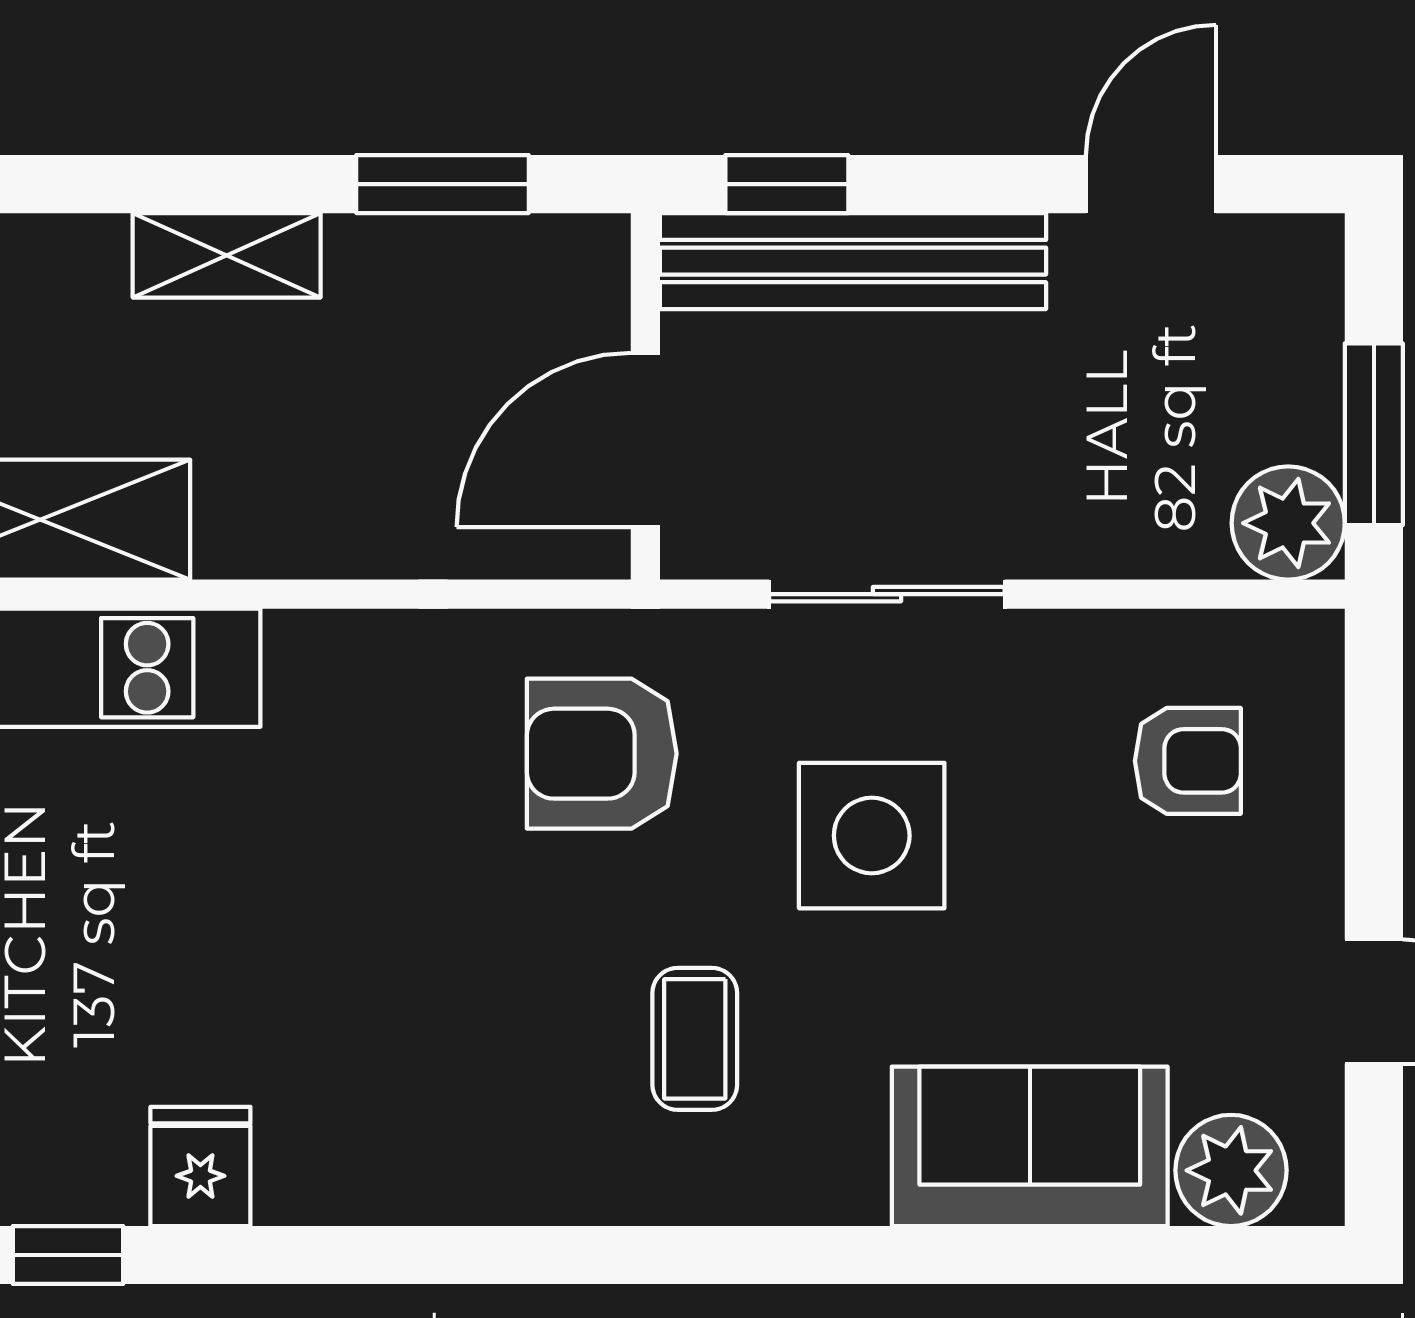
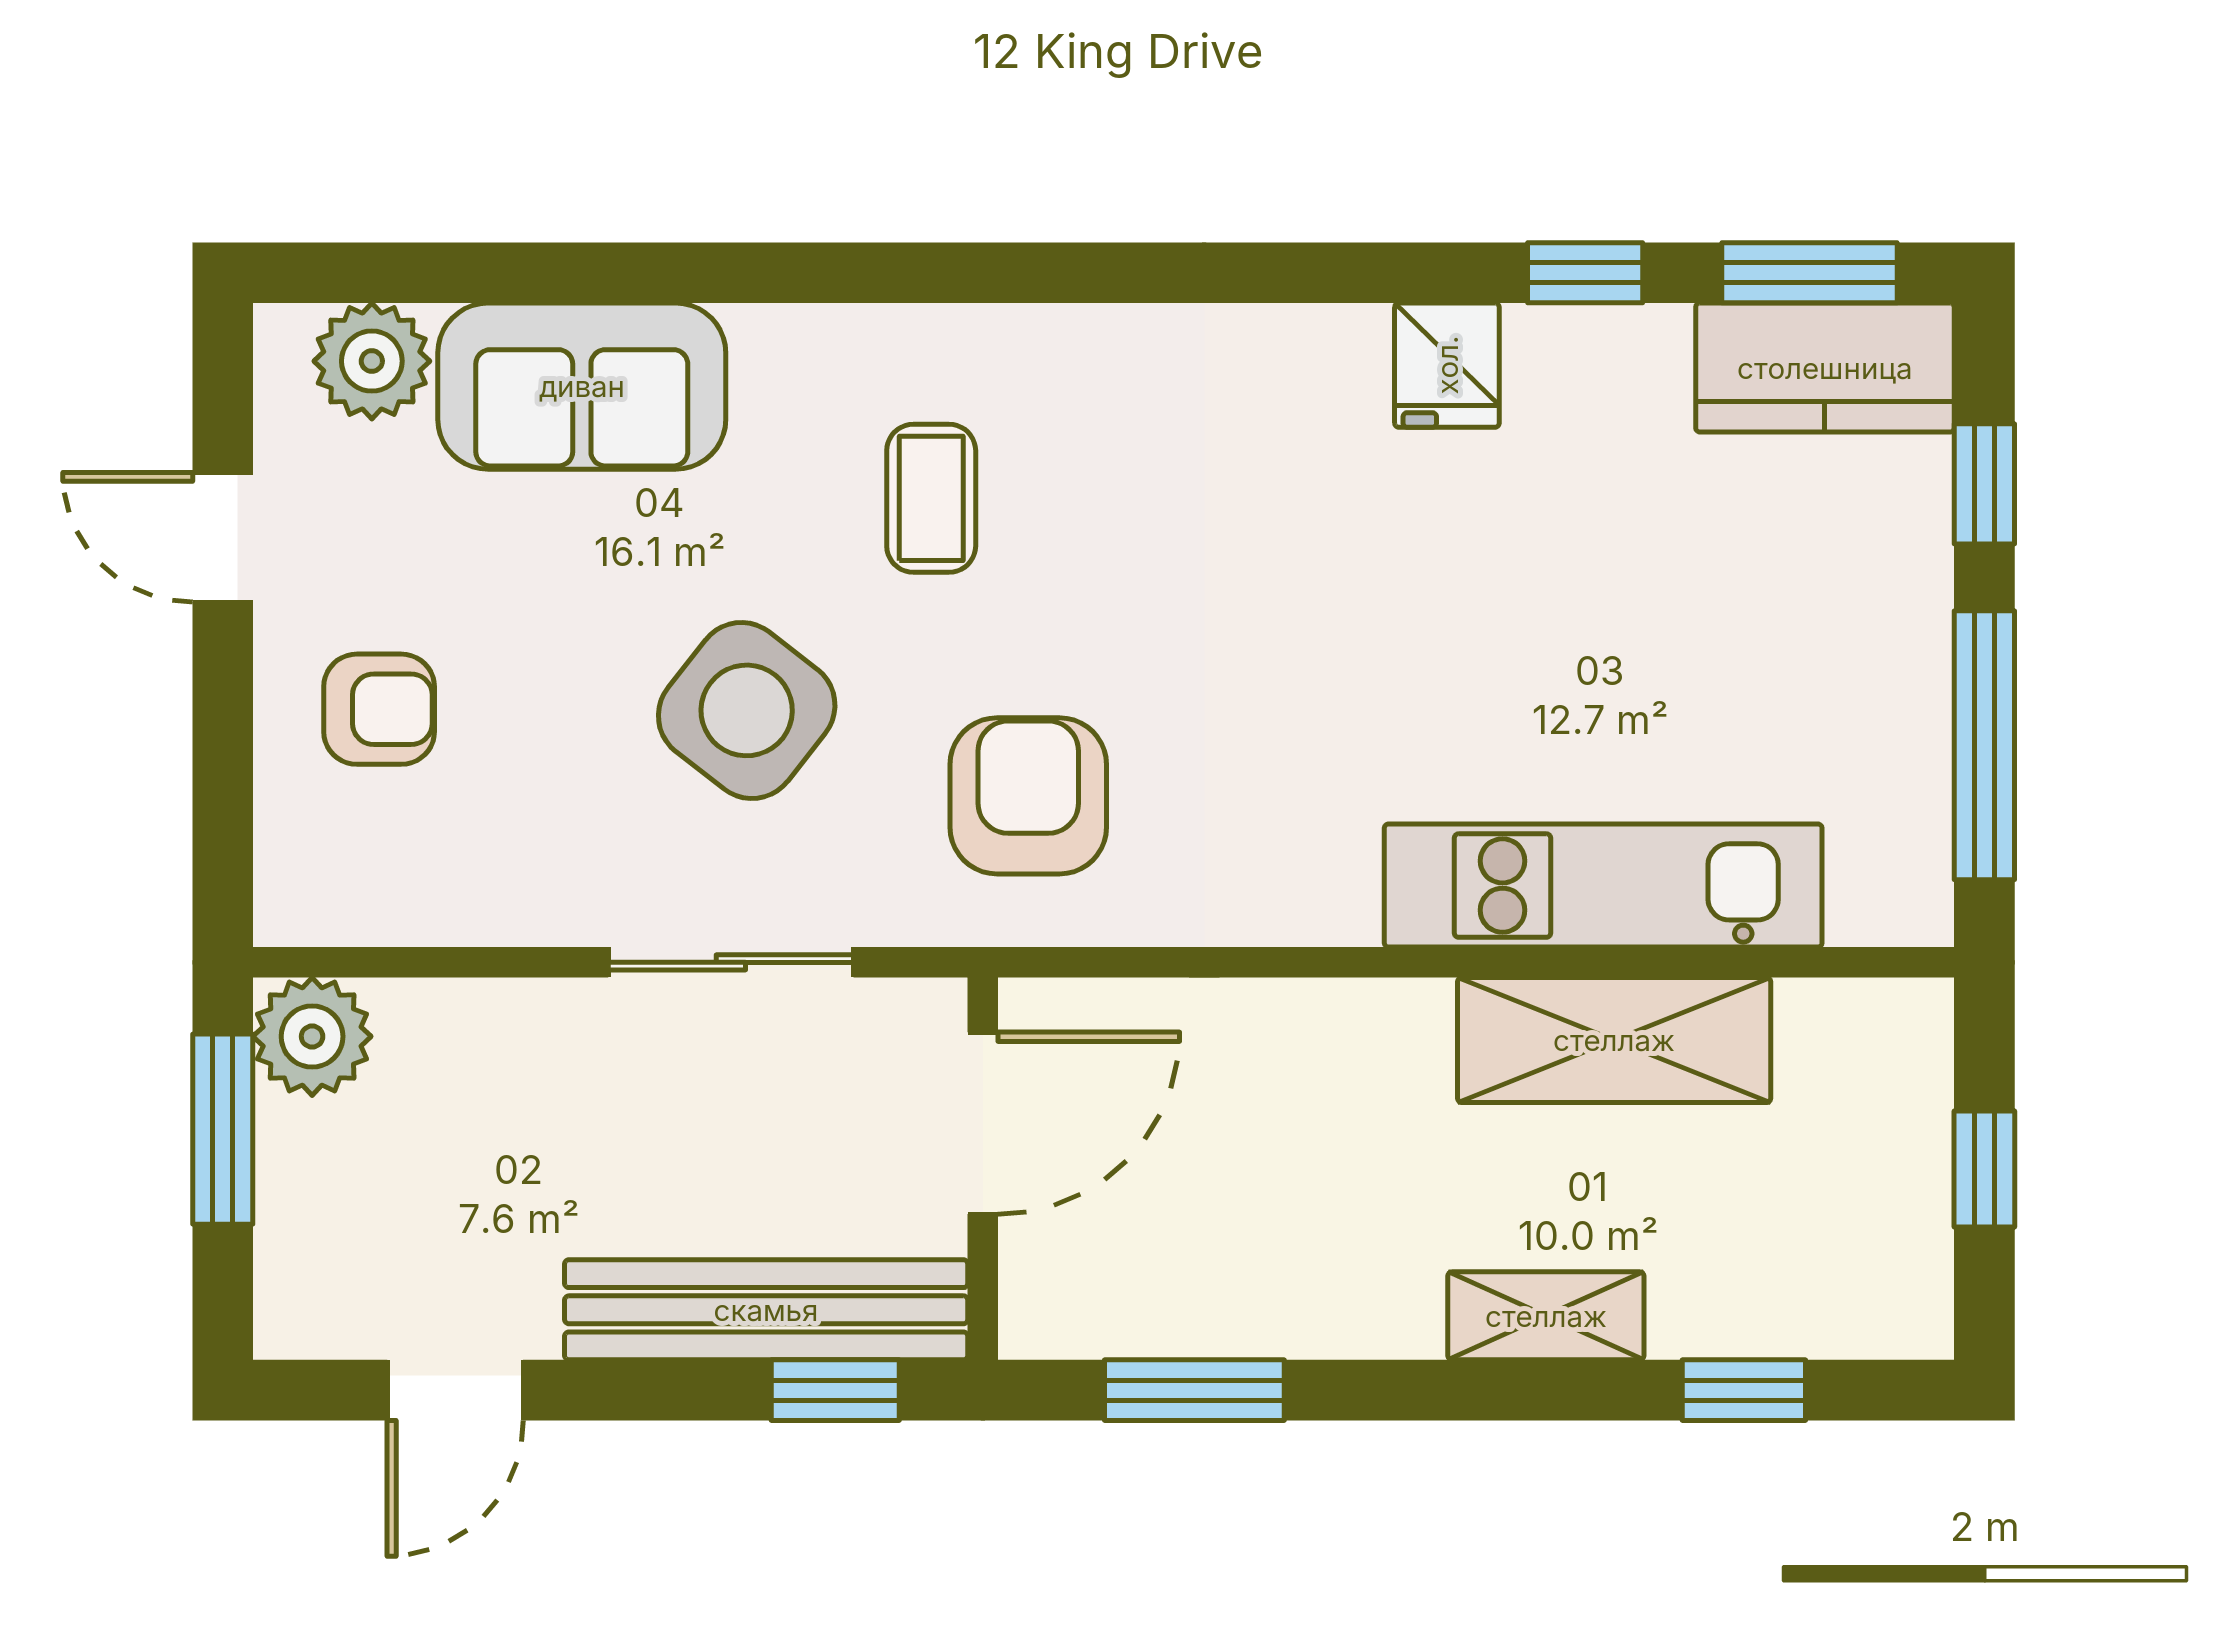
shelving: (227, 255) -> (1546, 1316), moved
armchair: (602, 754) -> (1028, 796), turned -90
armchair: (1188, 761) -> (379, 709), moved, turned 180
side table: (872, 836) -> (747, 710), turned 38

